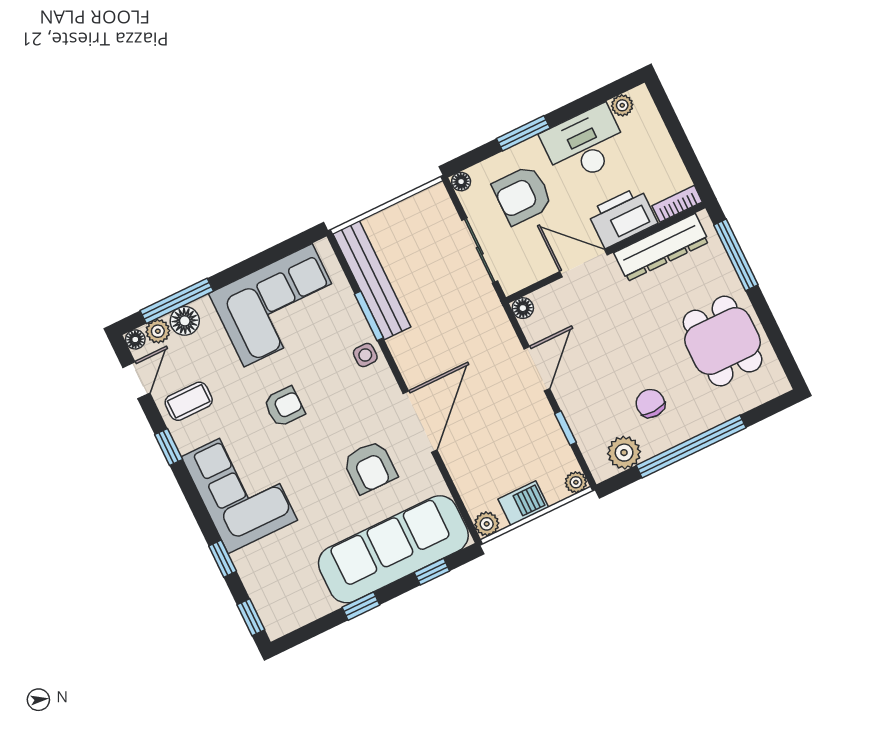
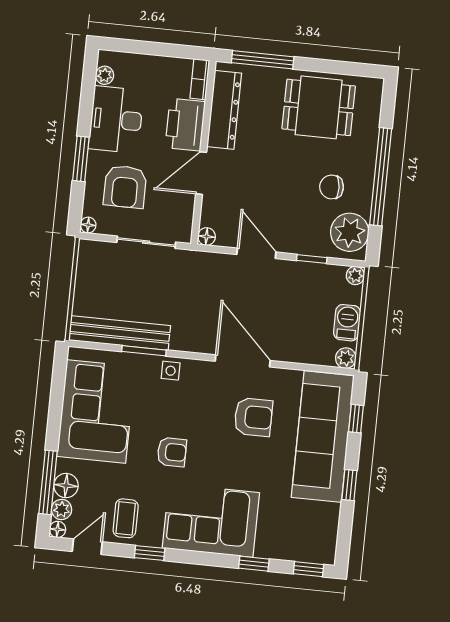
door: (136, 380) -> (87, 547), hinge flipped
armchair: (284, 407) -> (172, 452), turned 90
plant: (624, 453) -> (350, 232), width x1.36, depth x1.36

